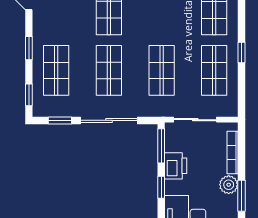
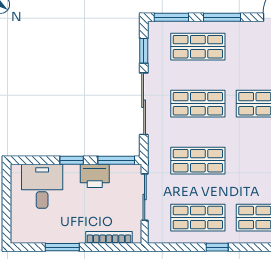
window: (29, 48) -> (222, 17), width x1.50
window: (29, 95) -> (171, 17), width x1.50
plant: (229, 185) -> (74, 233), removed

